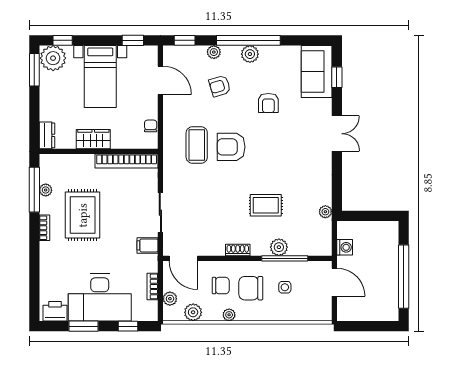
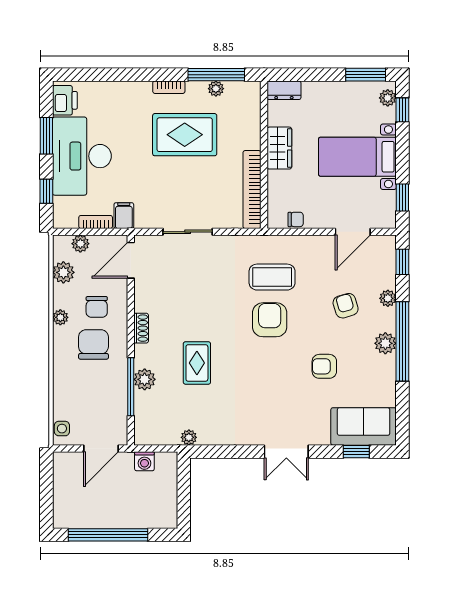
plant: (53, 58) -> (388, 98), width x0.53, depth x0.53
filing cabinet: (147, 245) -> (124, 216), moved
side table: (285, 287) -> (62, 429), moved

